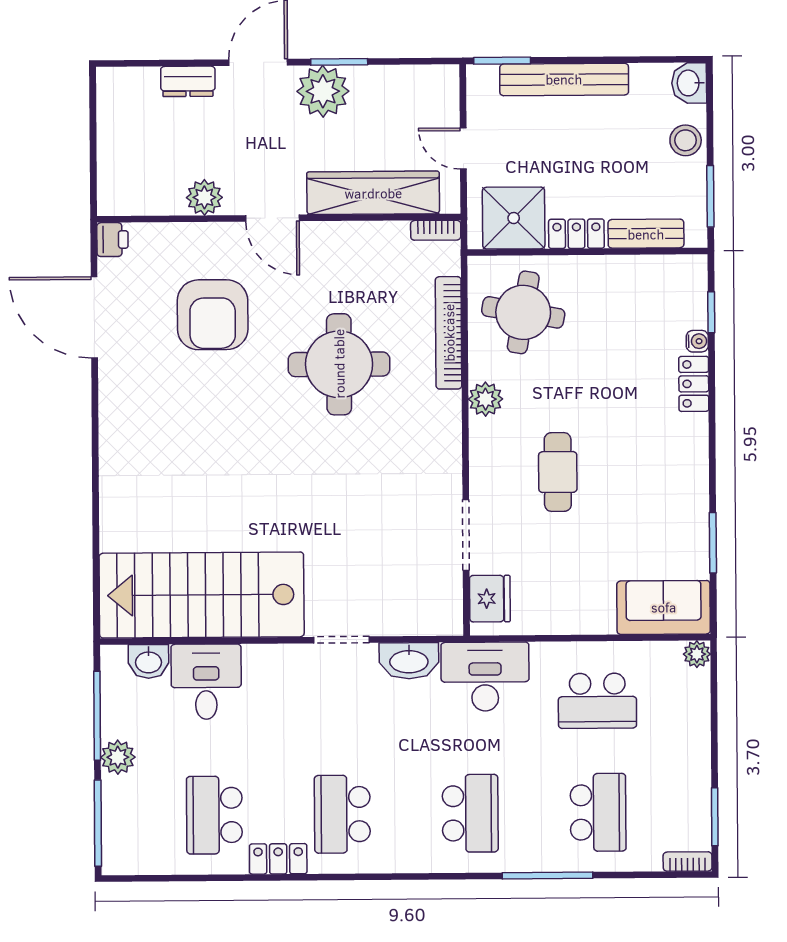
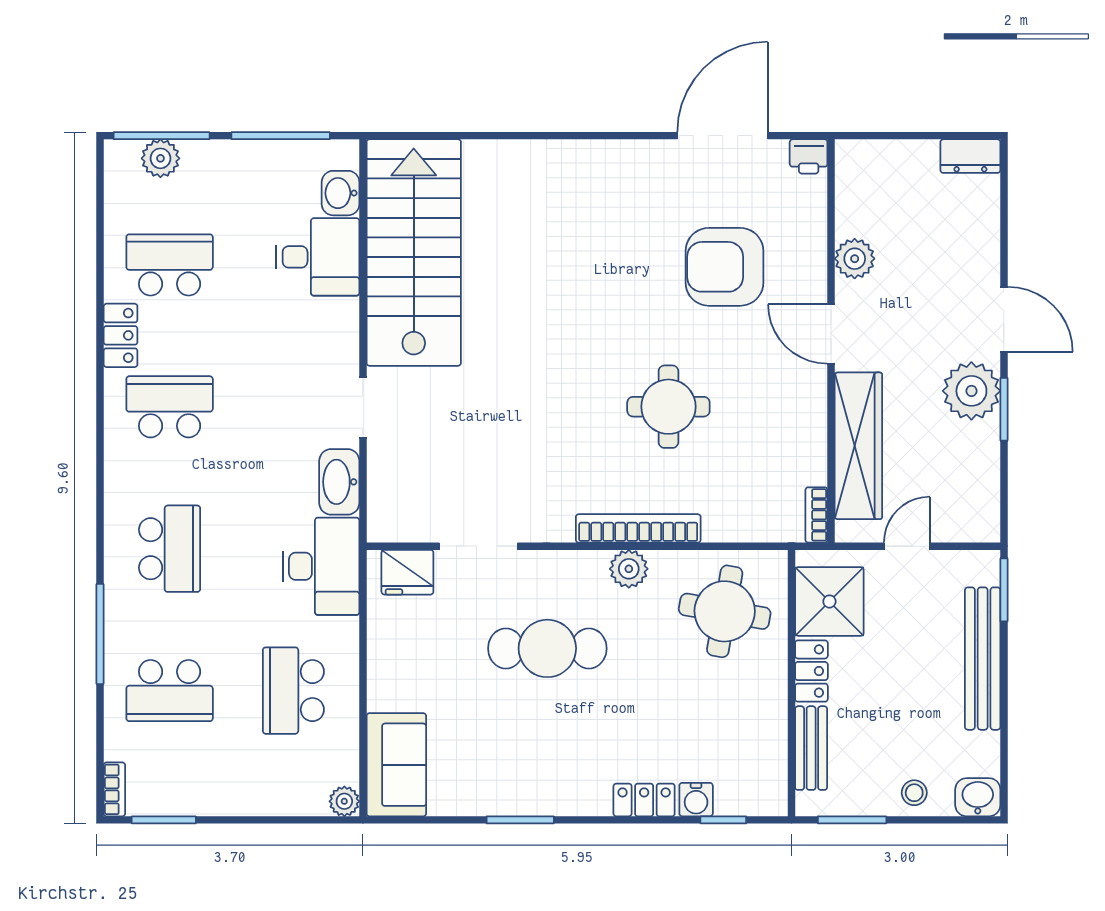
dresser: (188, 81) -> (970, 156), moved, turned -90
stool: (686, 140) -> (914, 793), width x0.73, depth x0.73
door: (272, 218) -> (831, 334), hinge flipped
bookcase: (449, 333) -> (638, 528), moved
water cooler: (697, 341) -> (696, 800), width x1.38, depth x1.38
round table: (339, 364) -> (668, 407), width x0.73, depth x0.73
cafe table: (558, 472) -> (547, 648), width x1.37, depth x1.35
window: (713, 543) -> (520, 820), moved
plant: (118, 757) -> (160, 158), moved
school desk: (470, 813) -> (170, 549), turned -90

